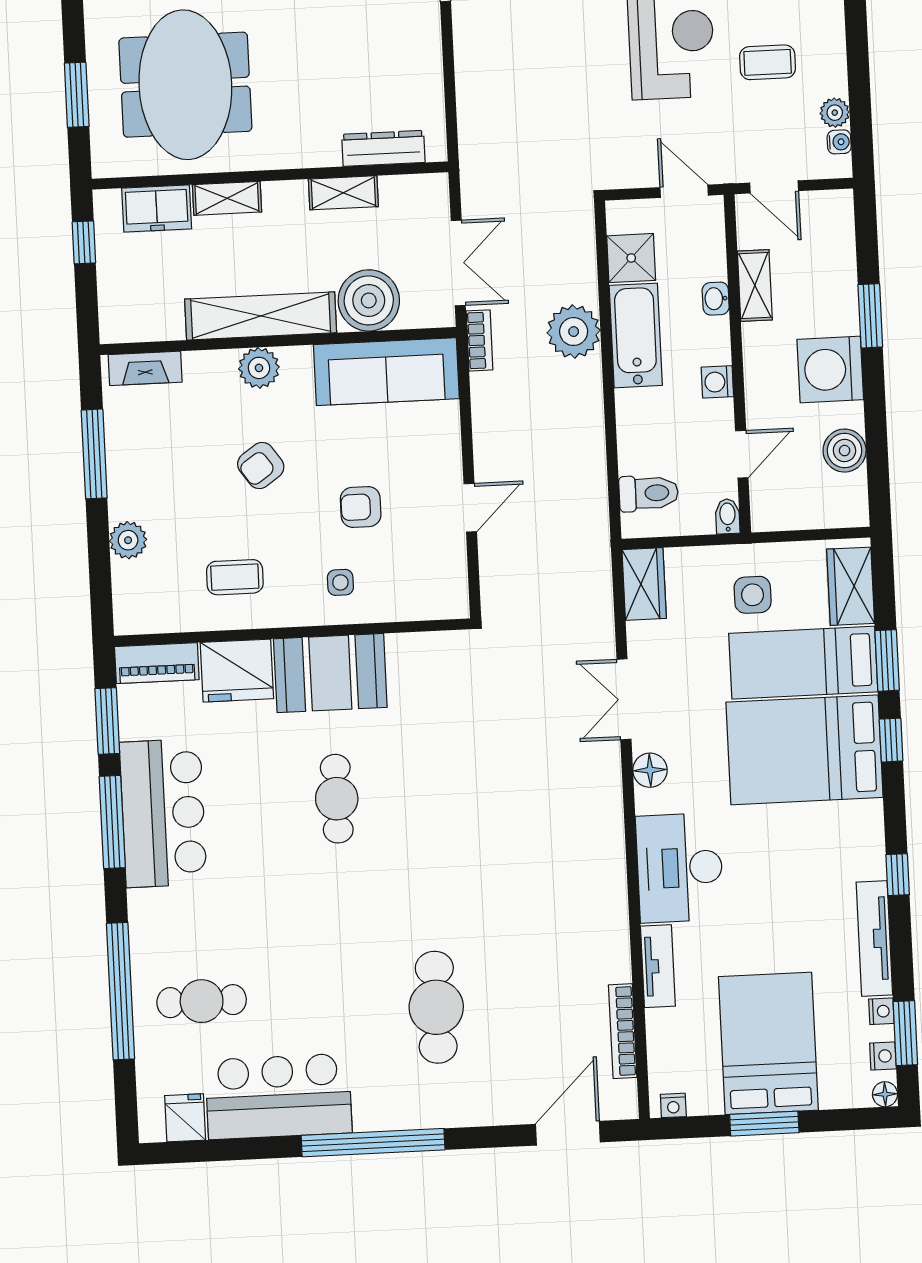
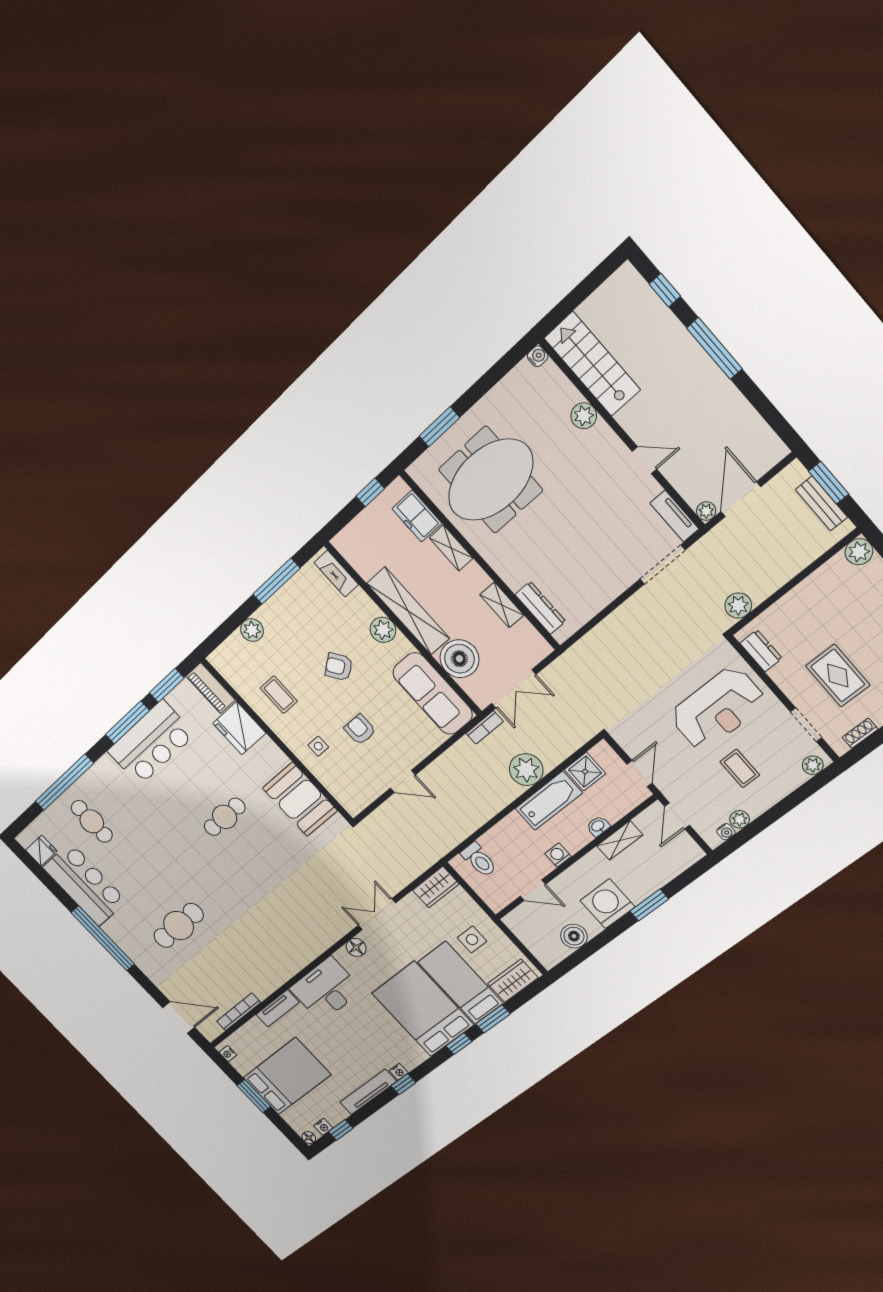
bidet: (728, 516) -> (499, 904), removed
booth: (330, 673) -> (300, 799), moved
nightstand: (881, 1011) -> (399, 1072), moved
window: (905, 1033) -> (341, 1130), width x0.67

